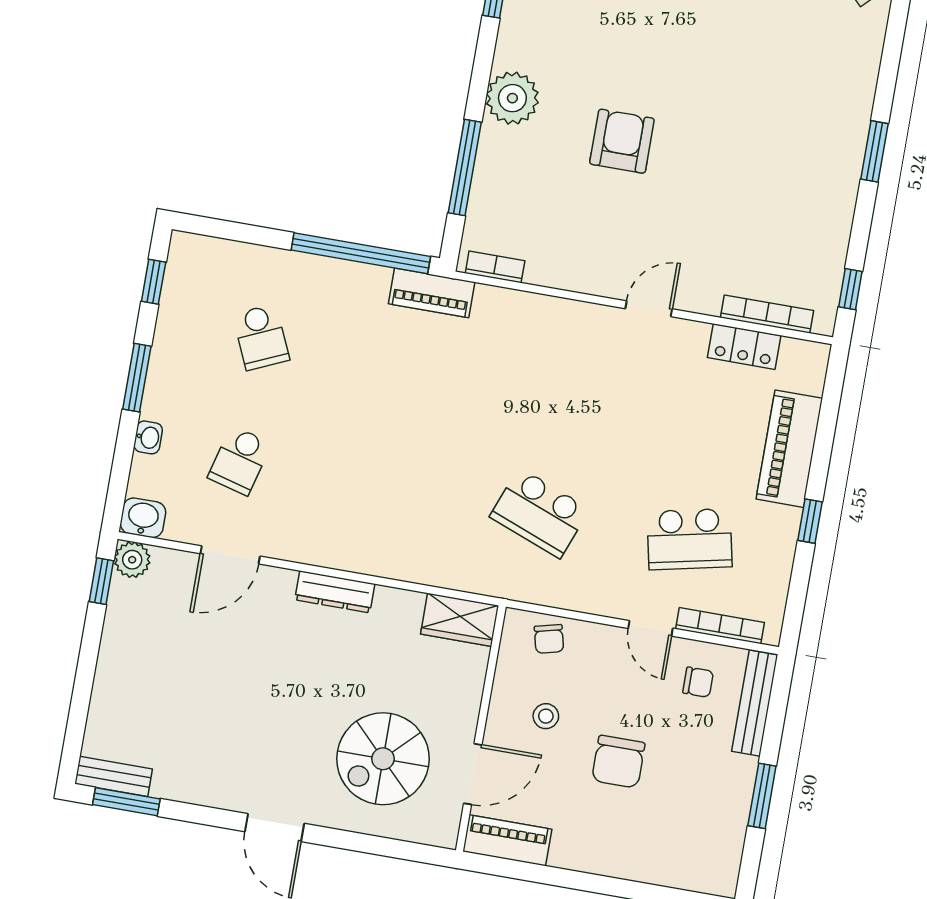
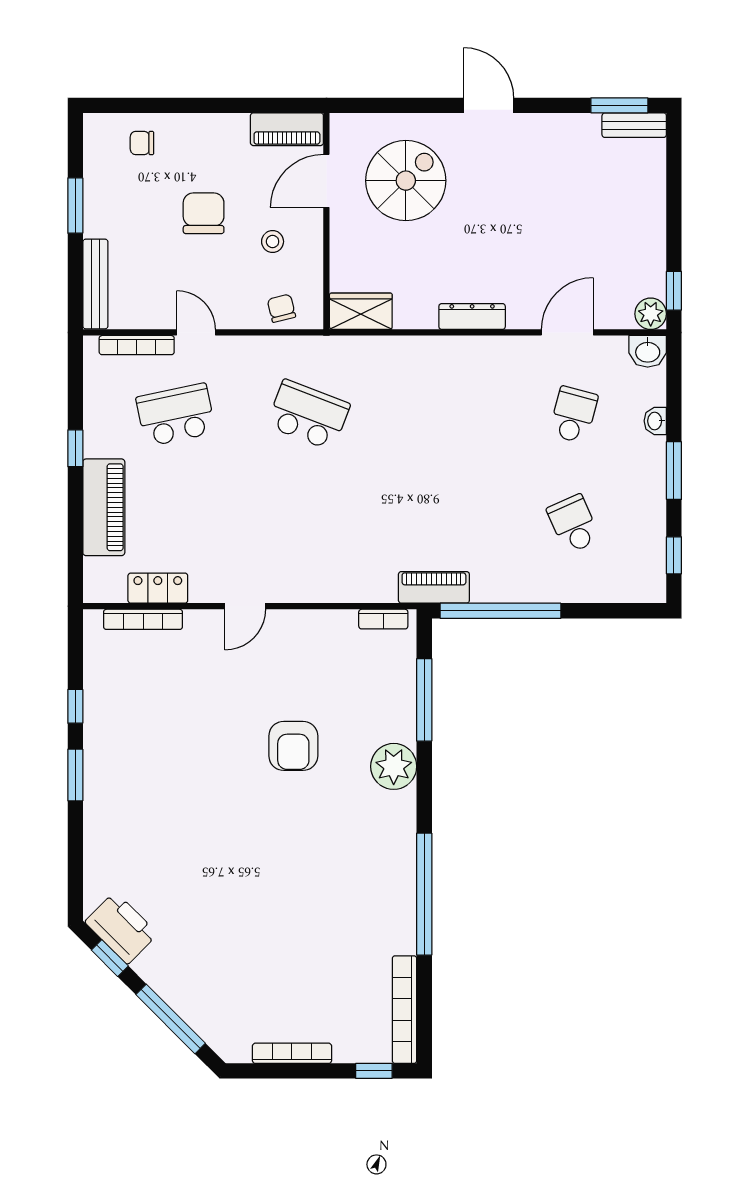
window: (850, 289) -> (75, 706), moved
chair: (698, 682) -> (142, 143), moved

